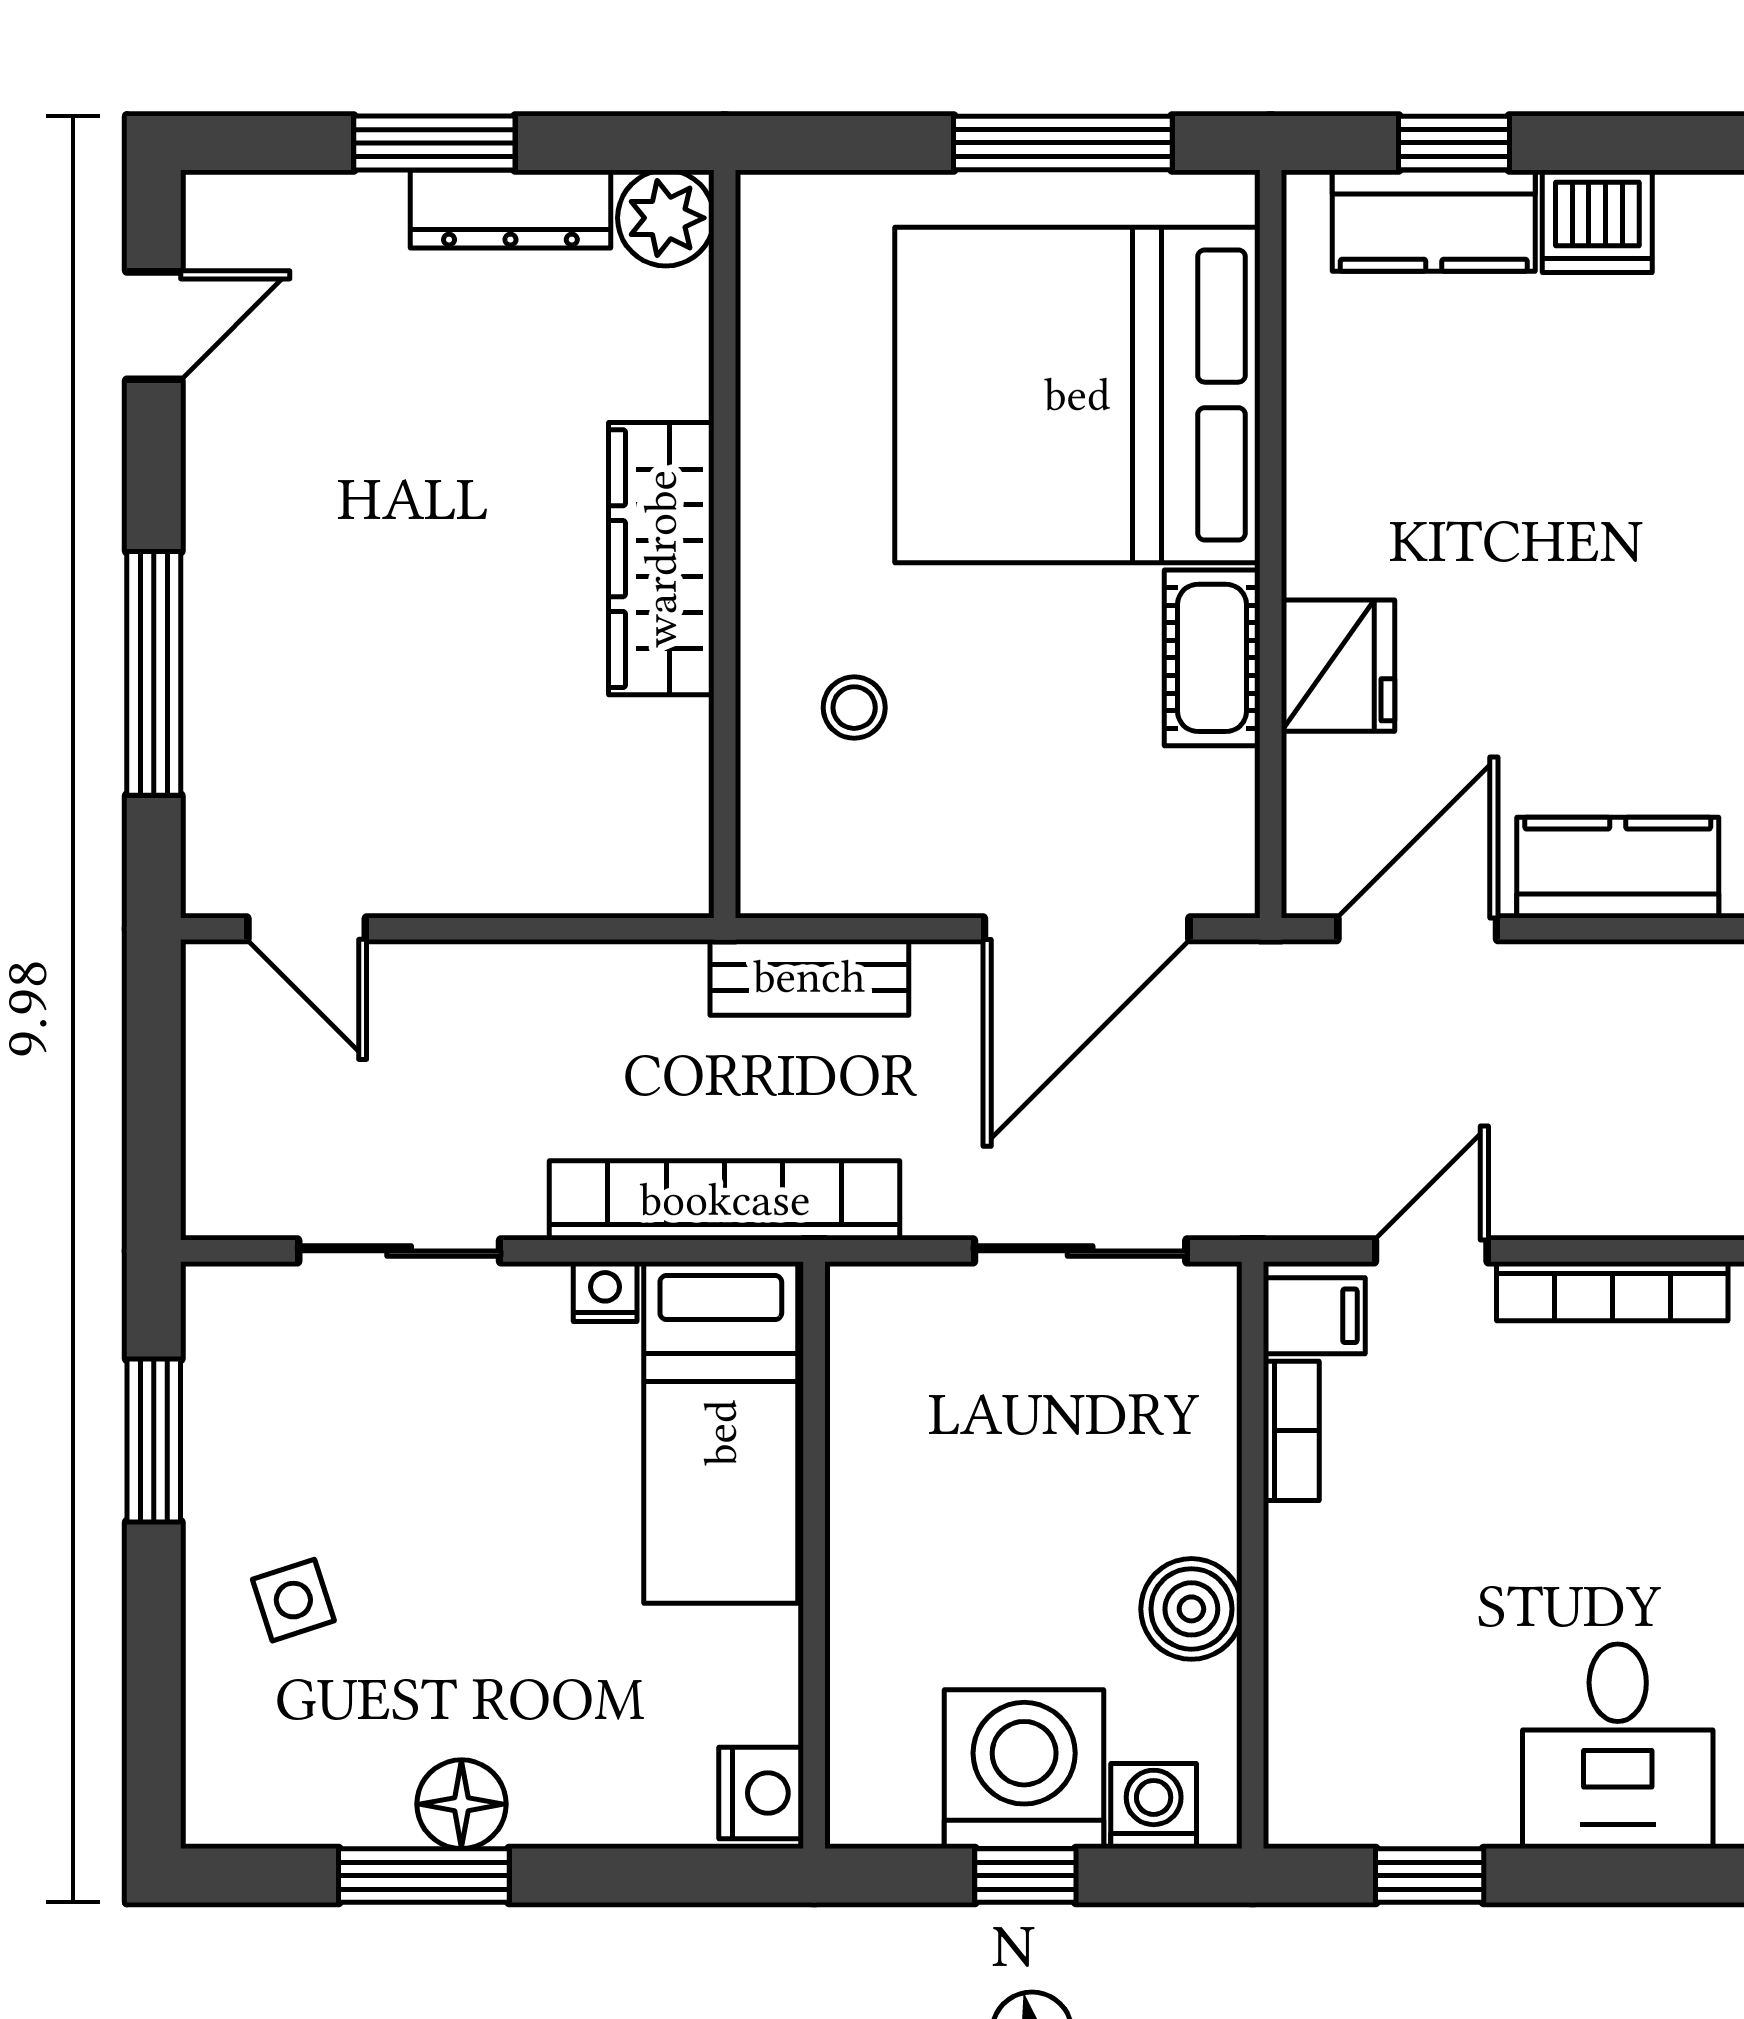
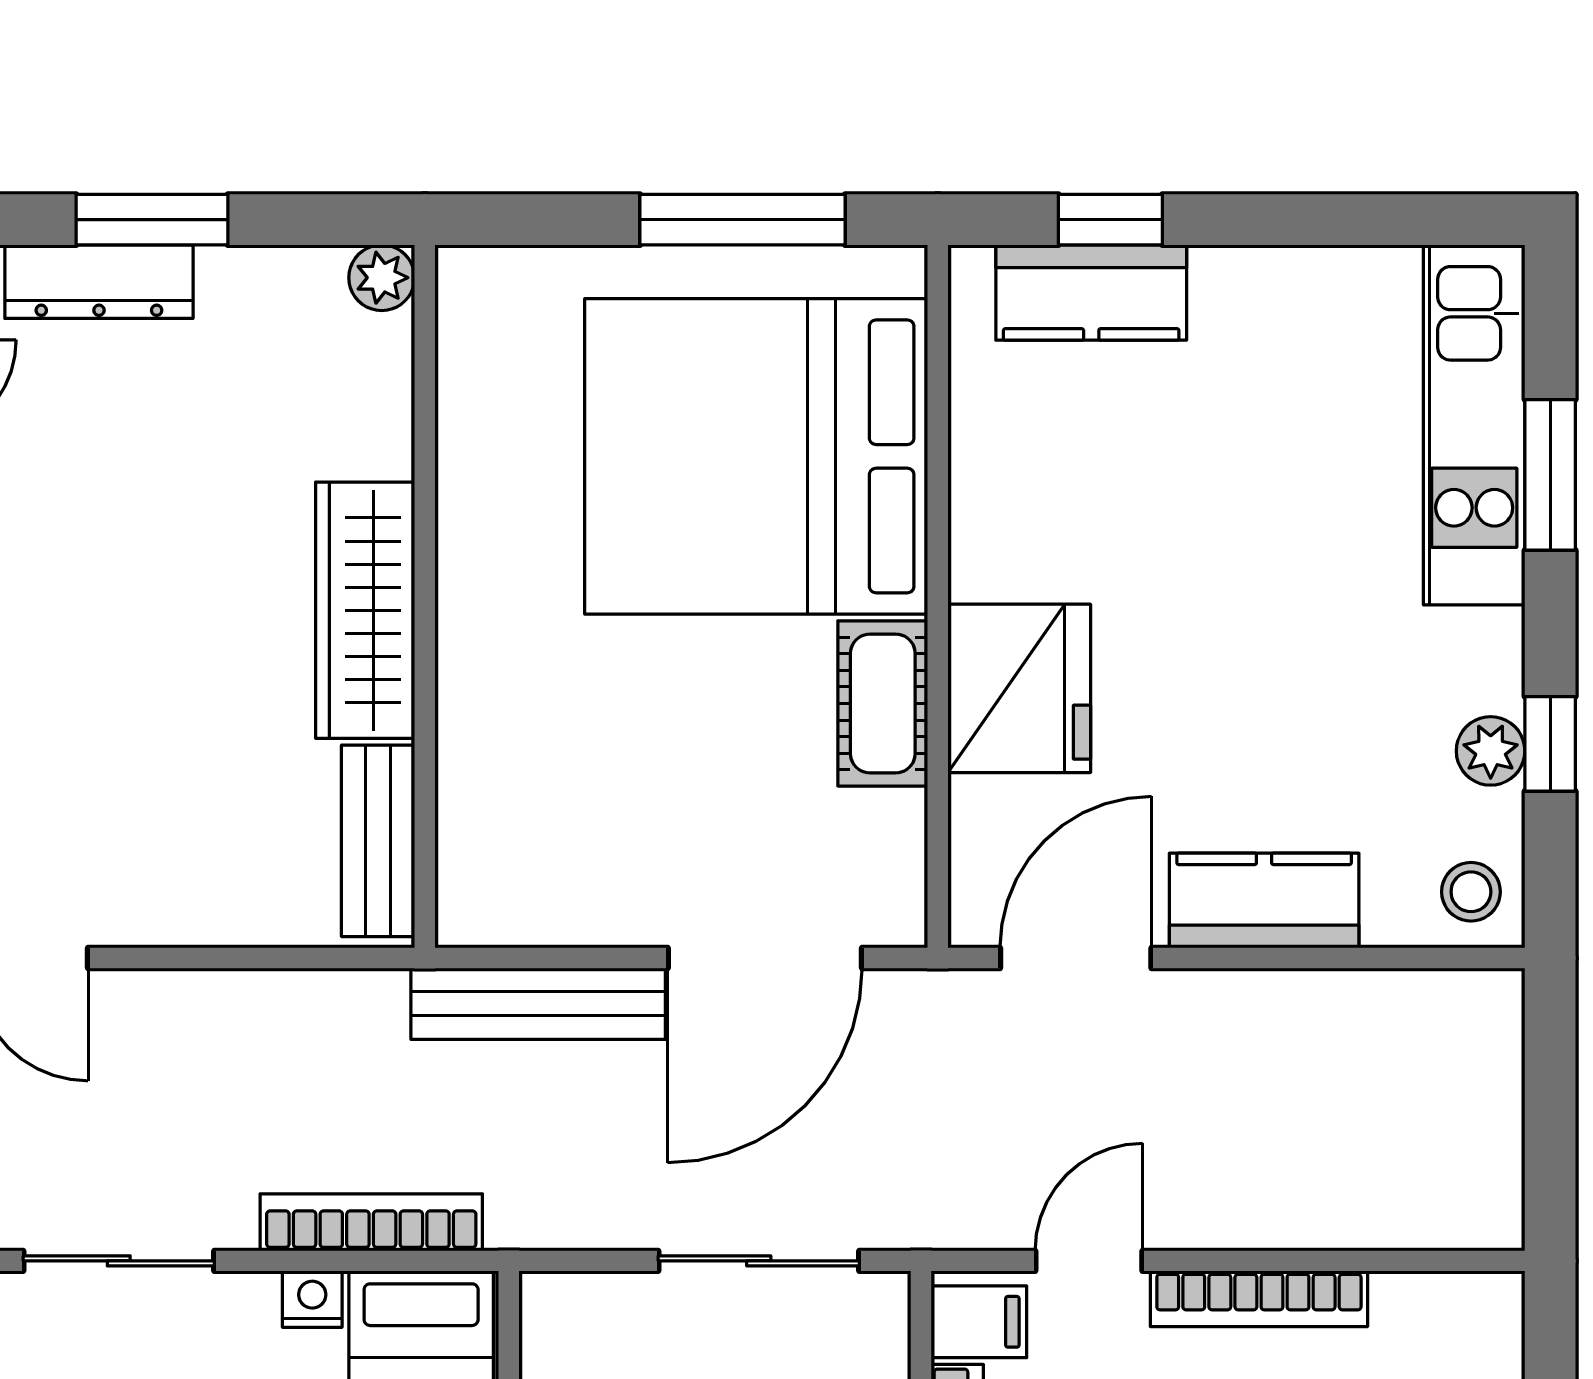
dresser: (510, 209) -> (99, 282), moved
plant: (666, 218) -> (382, 278), width x0.73, depth x0.73
dishwasher: (1597, 221) -> (1245, 293), removed
fridge: (1338, 666) -> (1019, 688), width x1.36, depth x1.34
stool: (854, 708) -> (546, 750), removed
bench: (675, 804) -> (378, 841), added
bench: (809, 977) -> (538, 1004), width x1.36
bookcase: (725, 1200) -> (371, 1222), width x0.68, depth x0.76

